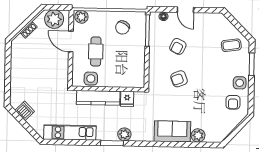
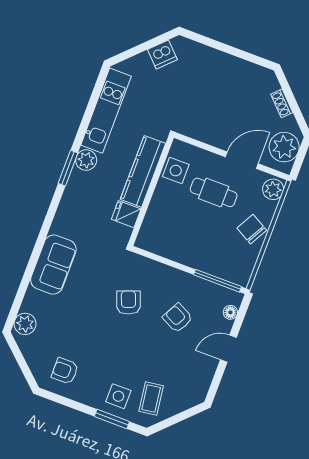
chair: (122, 27) -> (252, 229), moved
side table: (240, 83) -> (118, 396), moved
plant: (124, 134) -> (86, 160), moved
plant: (198, 135) -> (25, 324), moved

